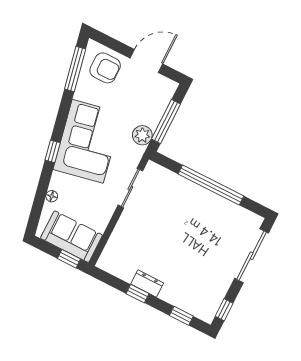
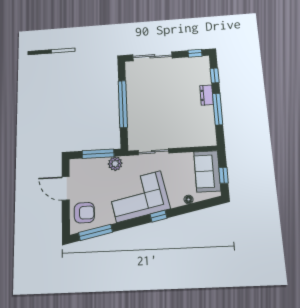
armchair: (105, 68) -> (84, 213), turned 90
window: (69, 259) -> (224, 175), moved
dresser: (147, 283) -> (207, 95), moved
window: (138, 294) -> (218, 109), width x2.17

